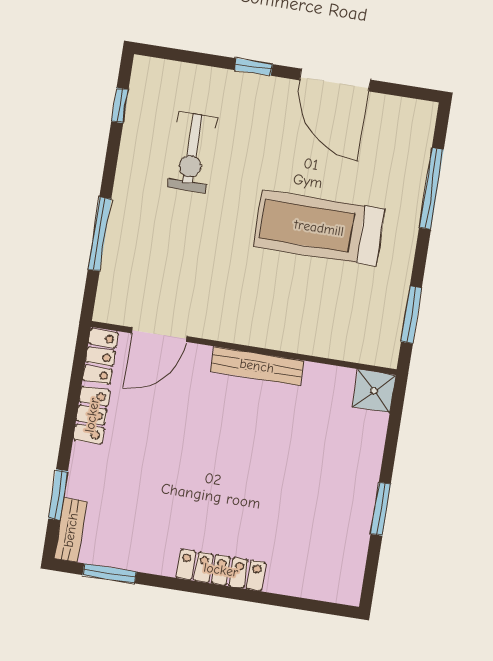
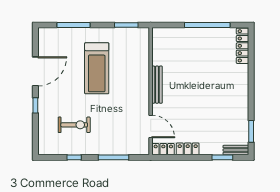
window: (120, 105) -> (74, 157), moved
shower: (374, 391) -> (160, 35), removed
window: (381, 509) -> (207, 25), width x2.11
locker: (221, 570) -> (243, 46), moved

